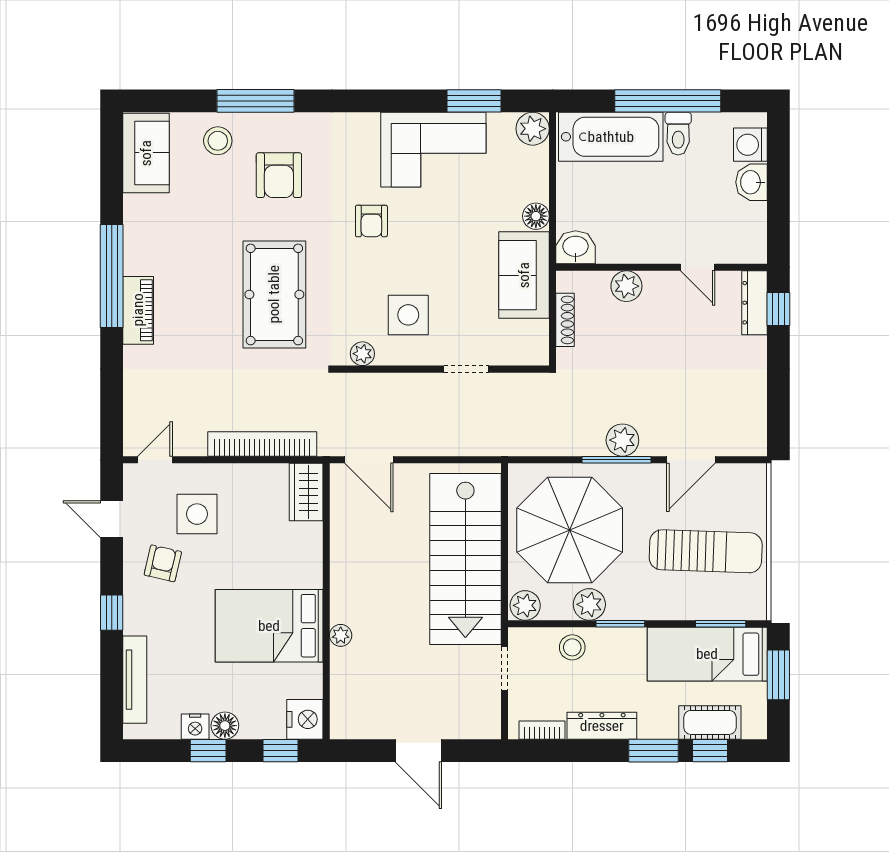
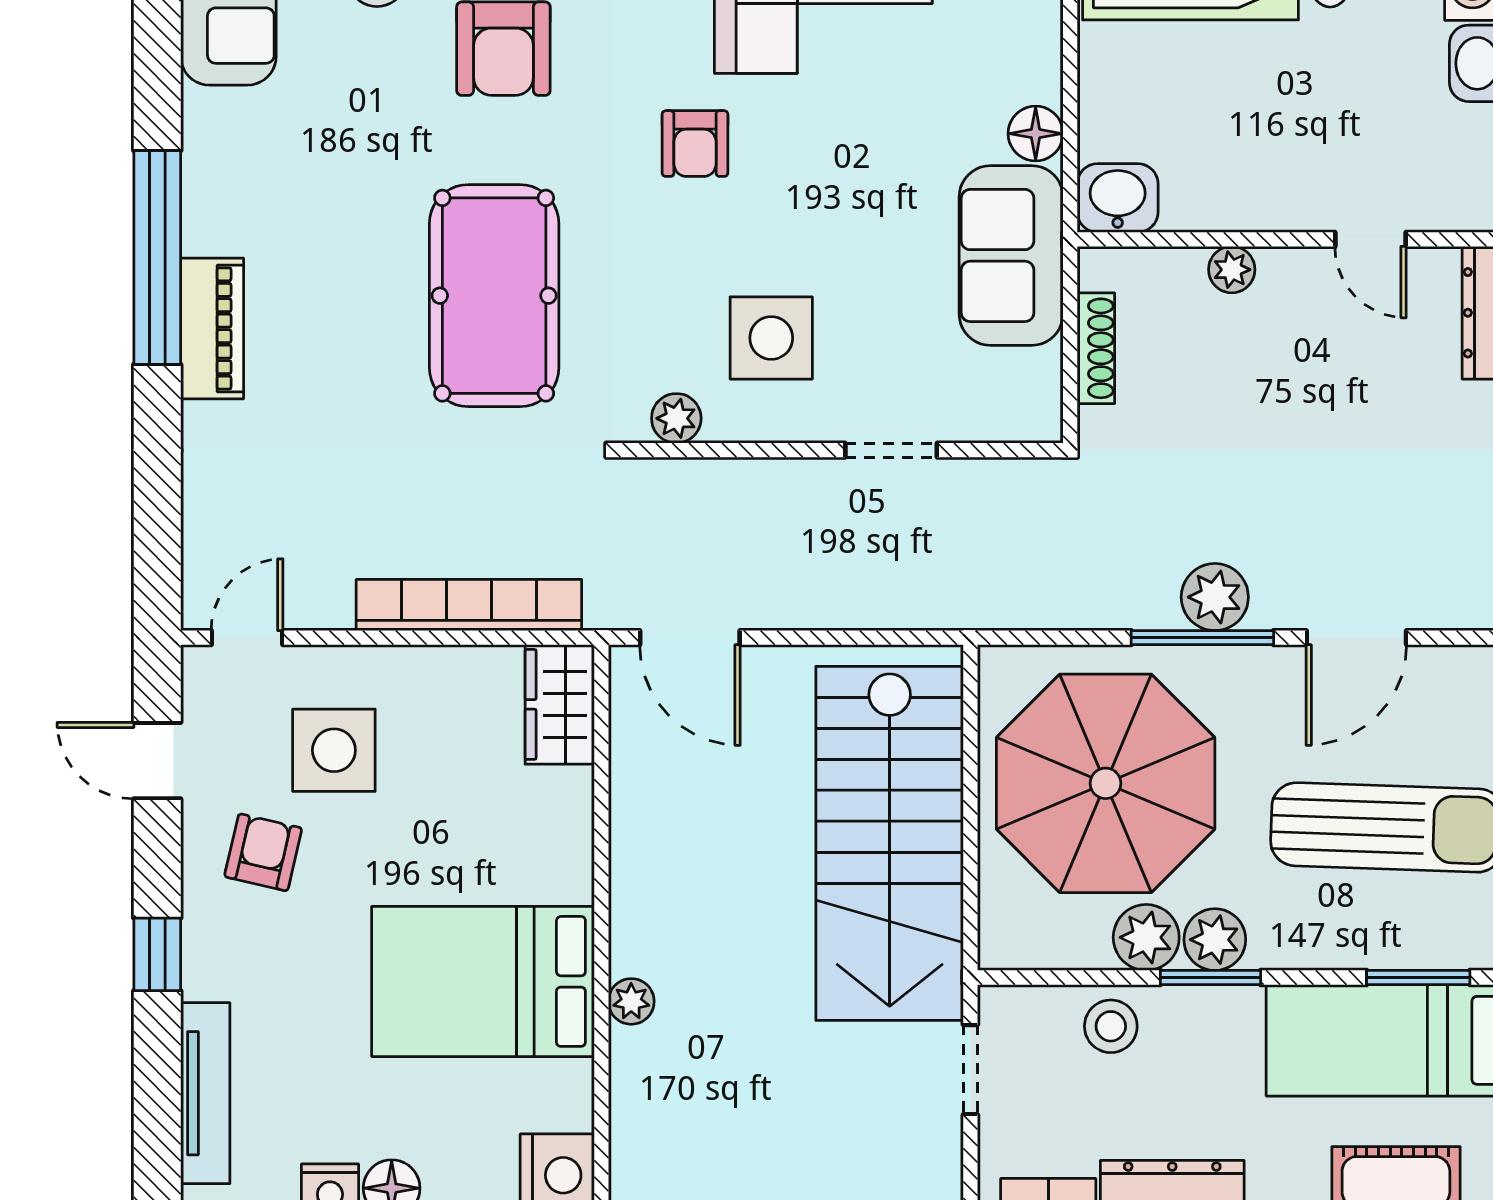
plant: (626, 286) -> (1232, 270), width x0.73, depth x0.73
plant: (525, 605) -> (1215, 940), moved

